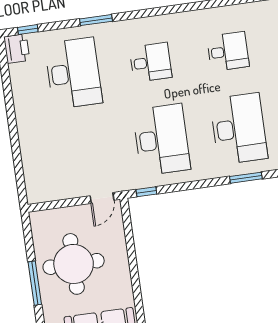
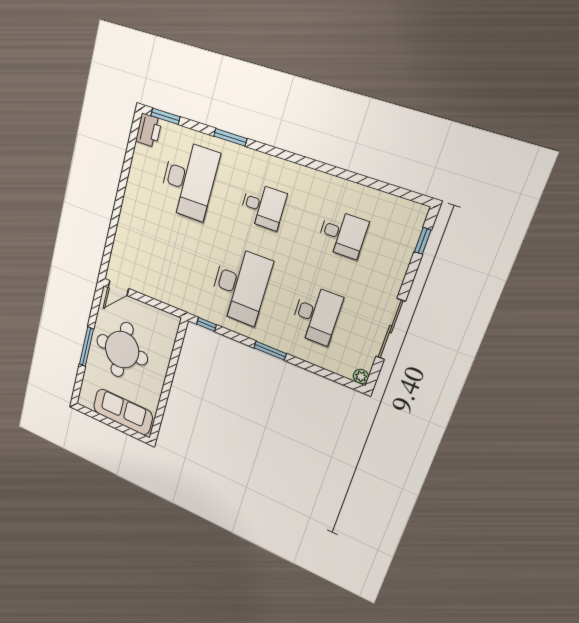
window: (28, 30) -> (165, 116), width x1.50
desk: (239, 129) -> (316, 315), width x0.73, depth x0.77
window: (246, 178) -> (270, 351), moved
door: (102, 198) -> (118, 288), moved

